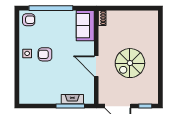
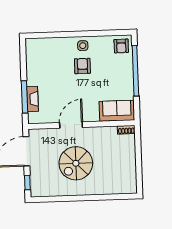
spiral stairs: (130, 63) -> (76, 163), turned -90

